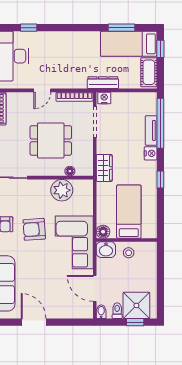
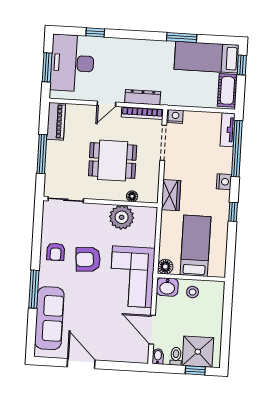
window: (121, 28) -> (182, 38), moved
dresser: (103, 83) -> (143, 97), moved
tv unit: (151, 130) -> (228, 130), moved

